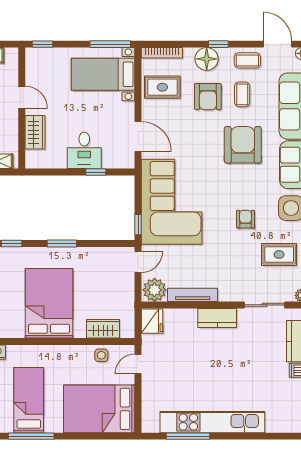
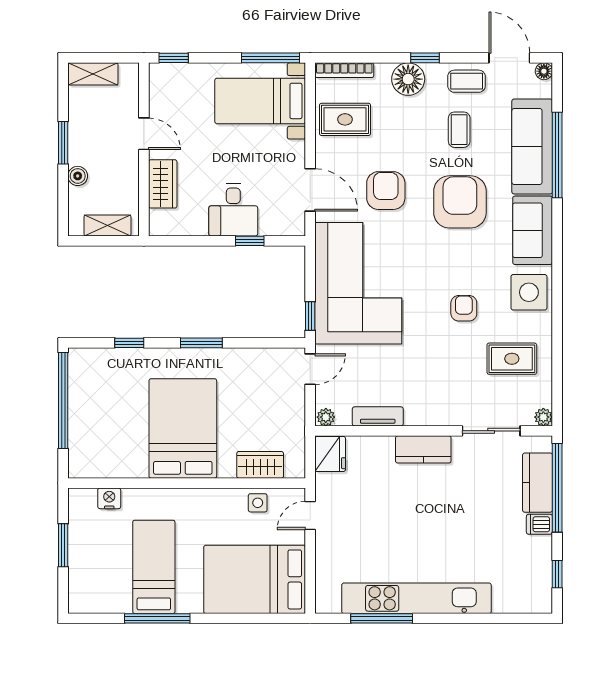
armchair: (208, 97) -> (386, 191), moved, turned 180
plant: (154, 290) -> (326, 417), width x0.53, depth x0.53
tv unit: (193, 295) -> (378, 416), width x0.71

